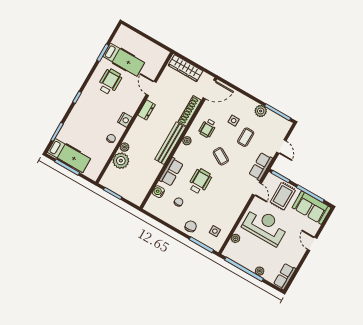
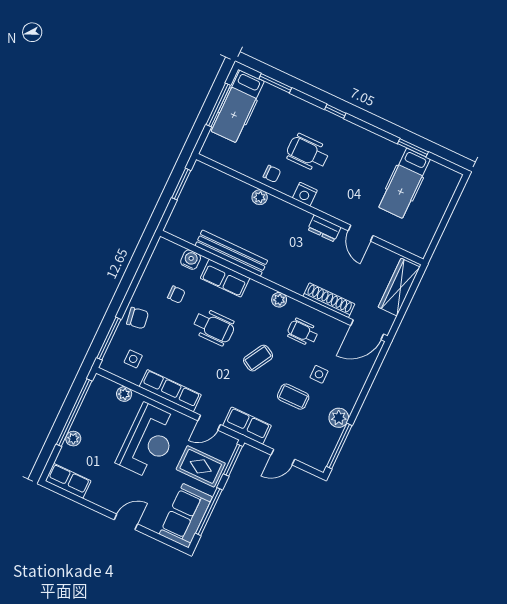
wheelchair: (110, 82) -> (308, 153), moved, turned 180
door: (151, 88) -> (361, 233), swing flipped
door: (209, 89) -> (367, 330), hinge flipped
bench: (170, 143) -> (231, 253), moved
plant: (121, 161) -> (237, 193), removed
row of seats: (236, 211) -> (170, 391), added

